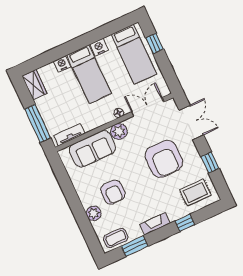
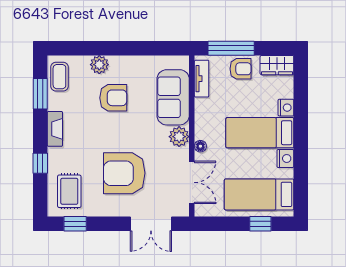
armchair: (49, 110) -> (241, 69), added
window: (210, 163) -> (75, 224), moved
armchair: (113, 192) -> (113, 98), turned 180

